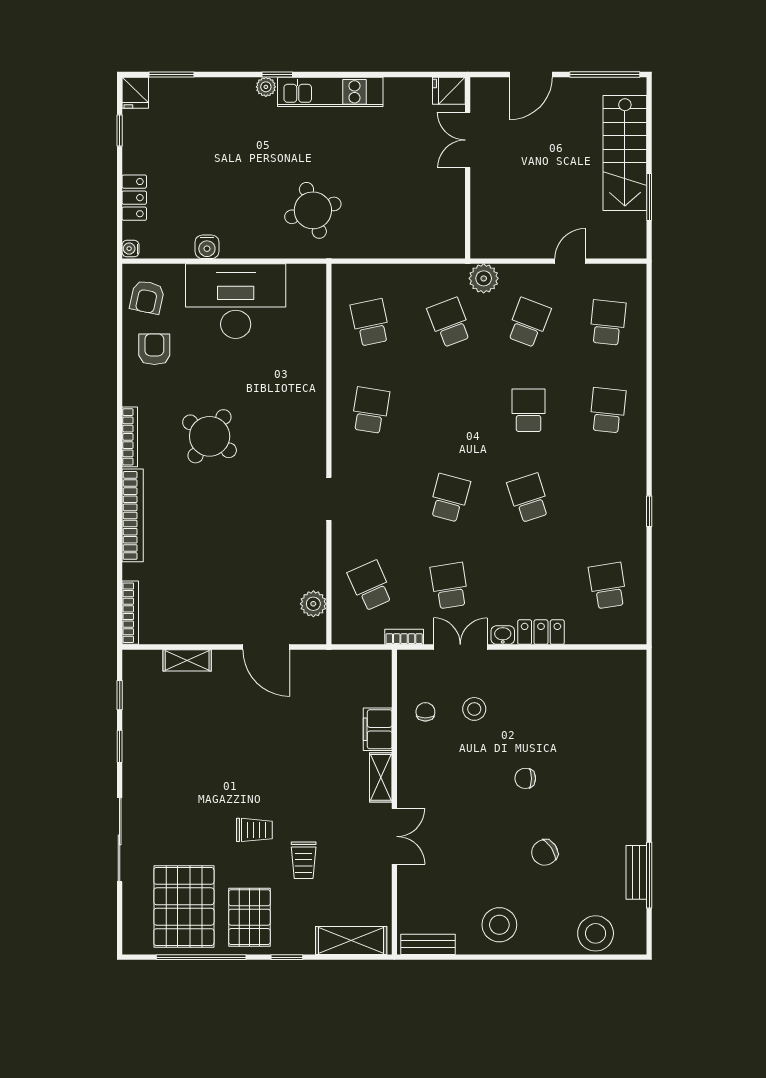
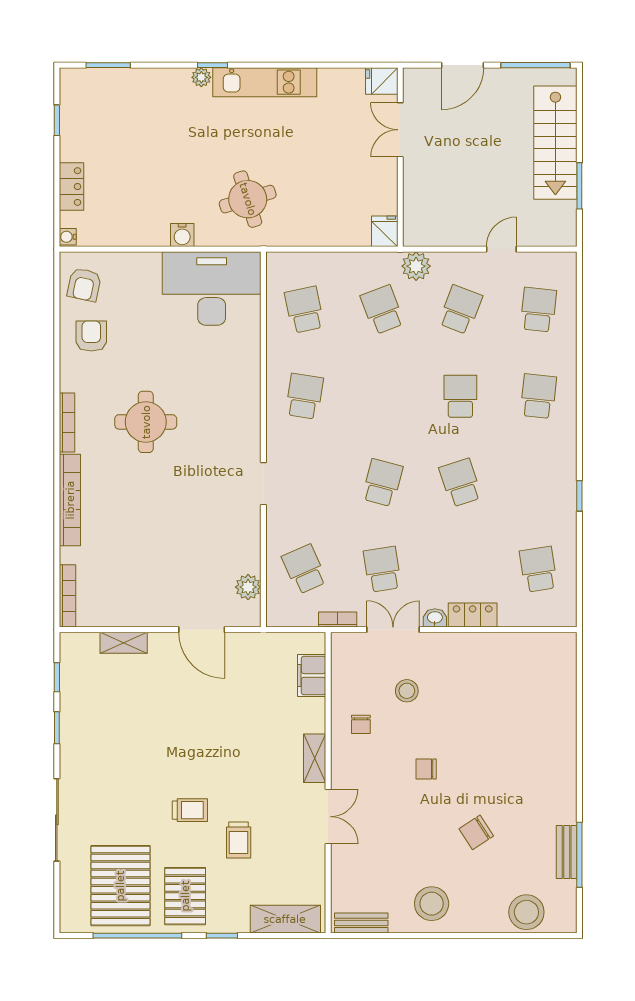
fridge: (135, 93) -> (384, 231), moved, turned 180
water cooler: (207, 247) -> (182, 235), moved
desk: (236, 301) -> (212, 289), moved
round table: (210, 436) -> (146, 422), turned -36
chair: (425, 712) -> (361, 724), moved, turned 180
filing cabinet: (378, 729) -> (312, 675), moved
chair: (525, 778) -> (426, 769), moved

